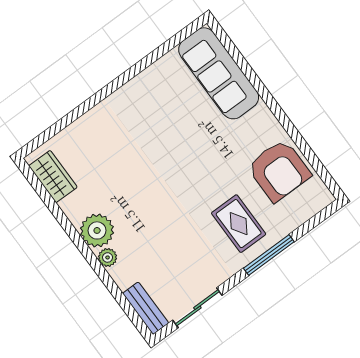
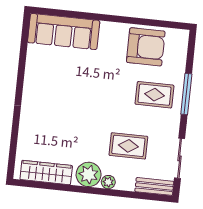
wardrobe: (53, 176) -> (46, 172), width x1.50
rug: (163, 244) -> (128, 146), added

